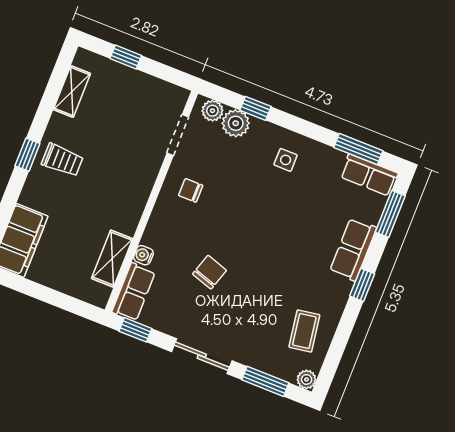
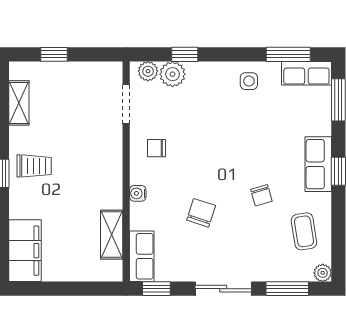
side table: (286, 160) -> (249, 81), moved
row of seats: (353, 249) -> (318, 164), moved
water cooler: (143, 255) -> (138, 193), moved
chair: (276, 278) -> (261, 195), added

